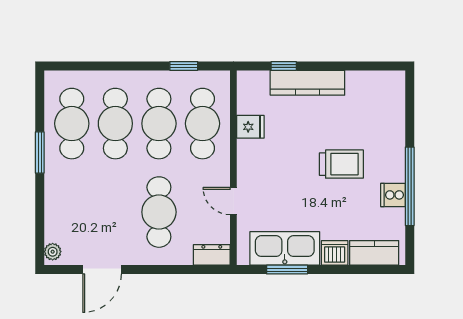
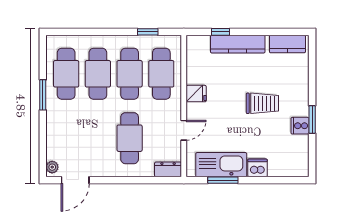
fridge: (250, 127) -> (196, 94), moved
window: (410, 186) -> (312, 119), width x0.47
door: (233, 201) -> (184, 130), swing flipped
kitchen counter: (374, 253) -> (287, 44), moved, turned 180
door: (102, 270) -> (75, 180), moved

